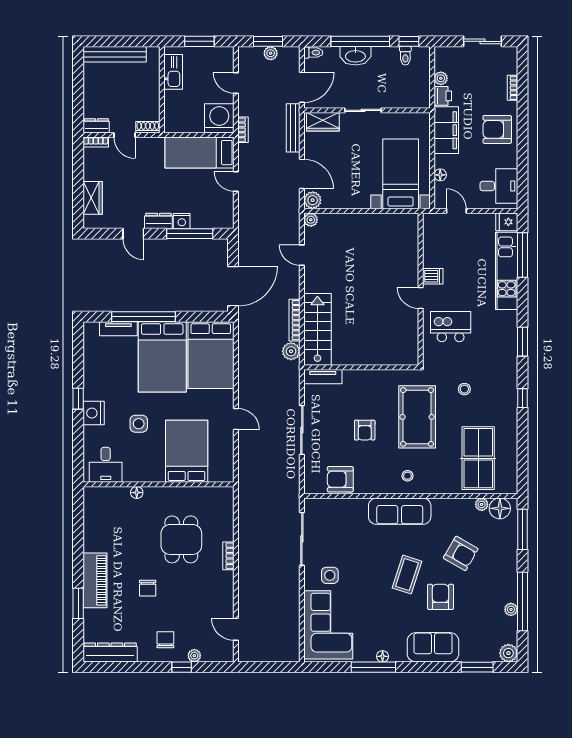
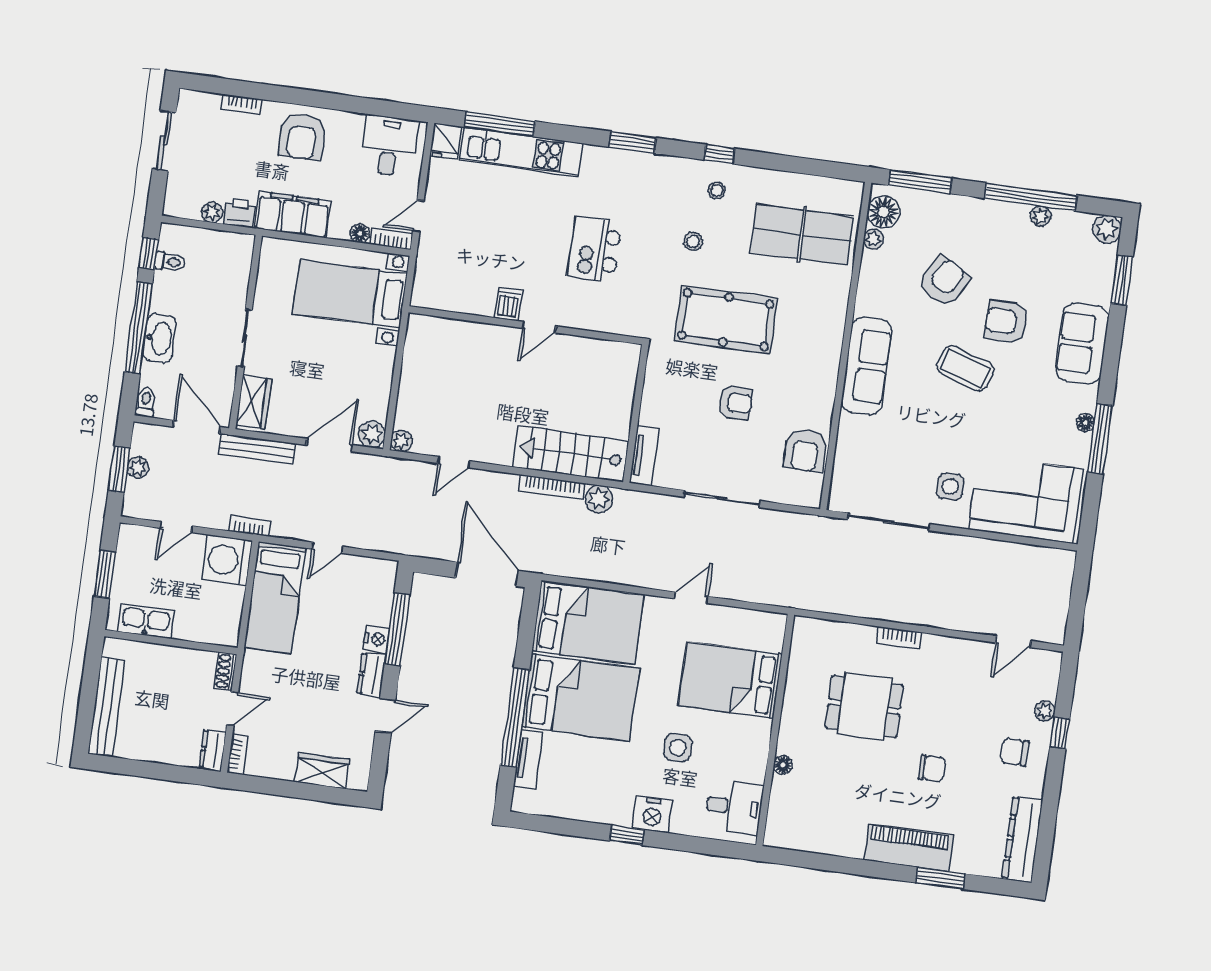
bookcase: (439, 196) -> (391, 239), added
dishwasher: (433, 276) -> (508, 304), moved
wall: (421, 289) -> (526, 325), moved
door: (421, 298) -> (539, 327), moved
stool: (407, 476) -> (717, 191), moved

